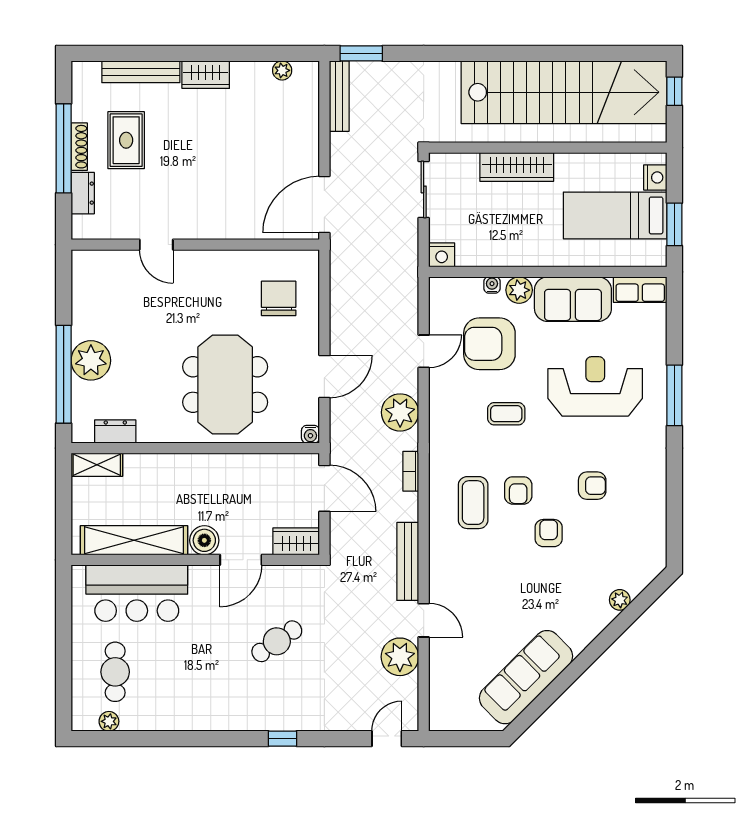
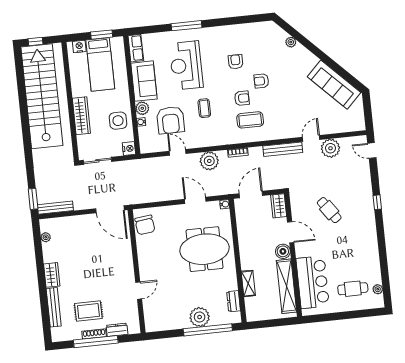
side table: (499, 239) -> (118, 121), added
chair: (279, 298) -> (145, 225), moved, turned -97
shelving: (97, 465) -> (248, 283), moved

